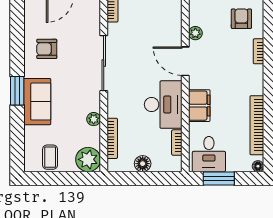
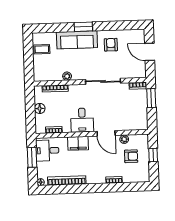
armchair: (241, 19) -> (131, 156), moved
door: (185, 61) -> (106, 133), swing flipped
sofa: (37, 102) -> (77, 40), width x1.36
desk: (163, 105) -> (82, 120), width x0.73
plant: (88, 159) -> (41, 74), removed

